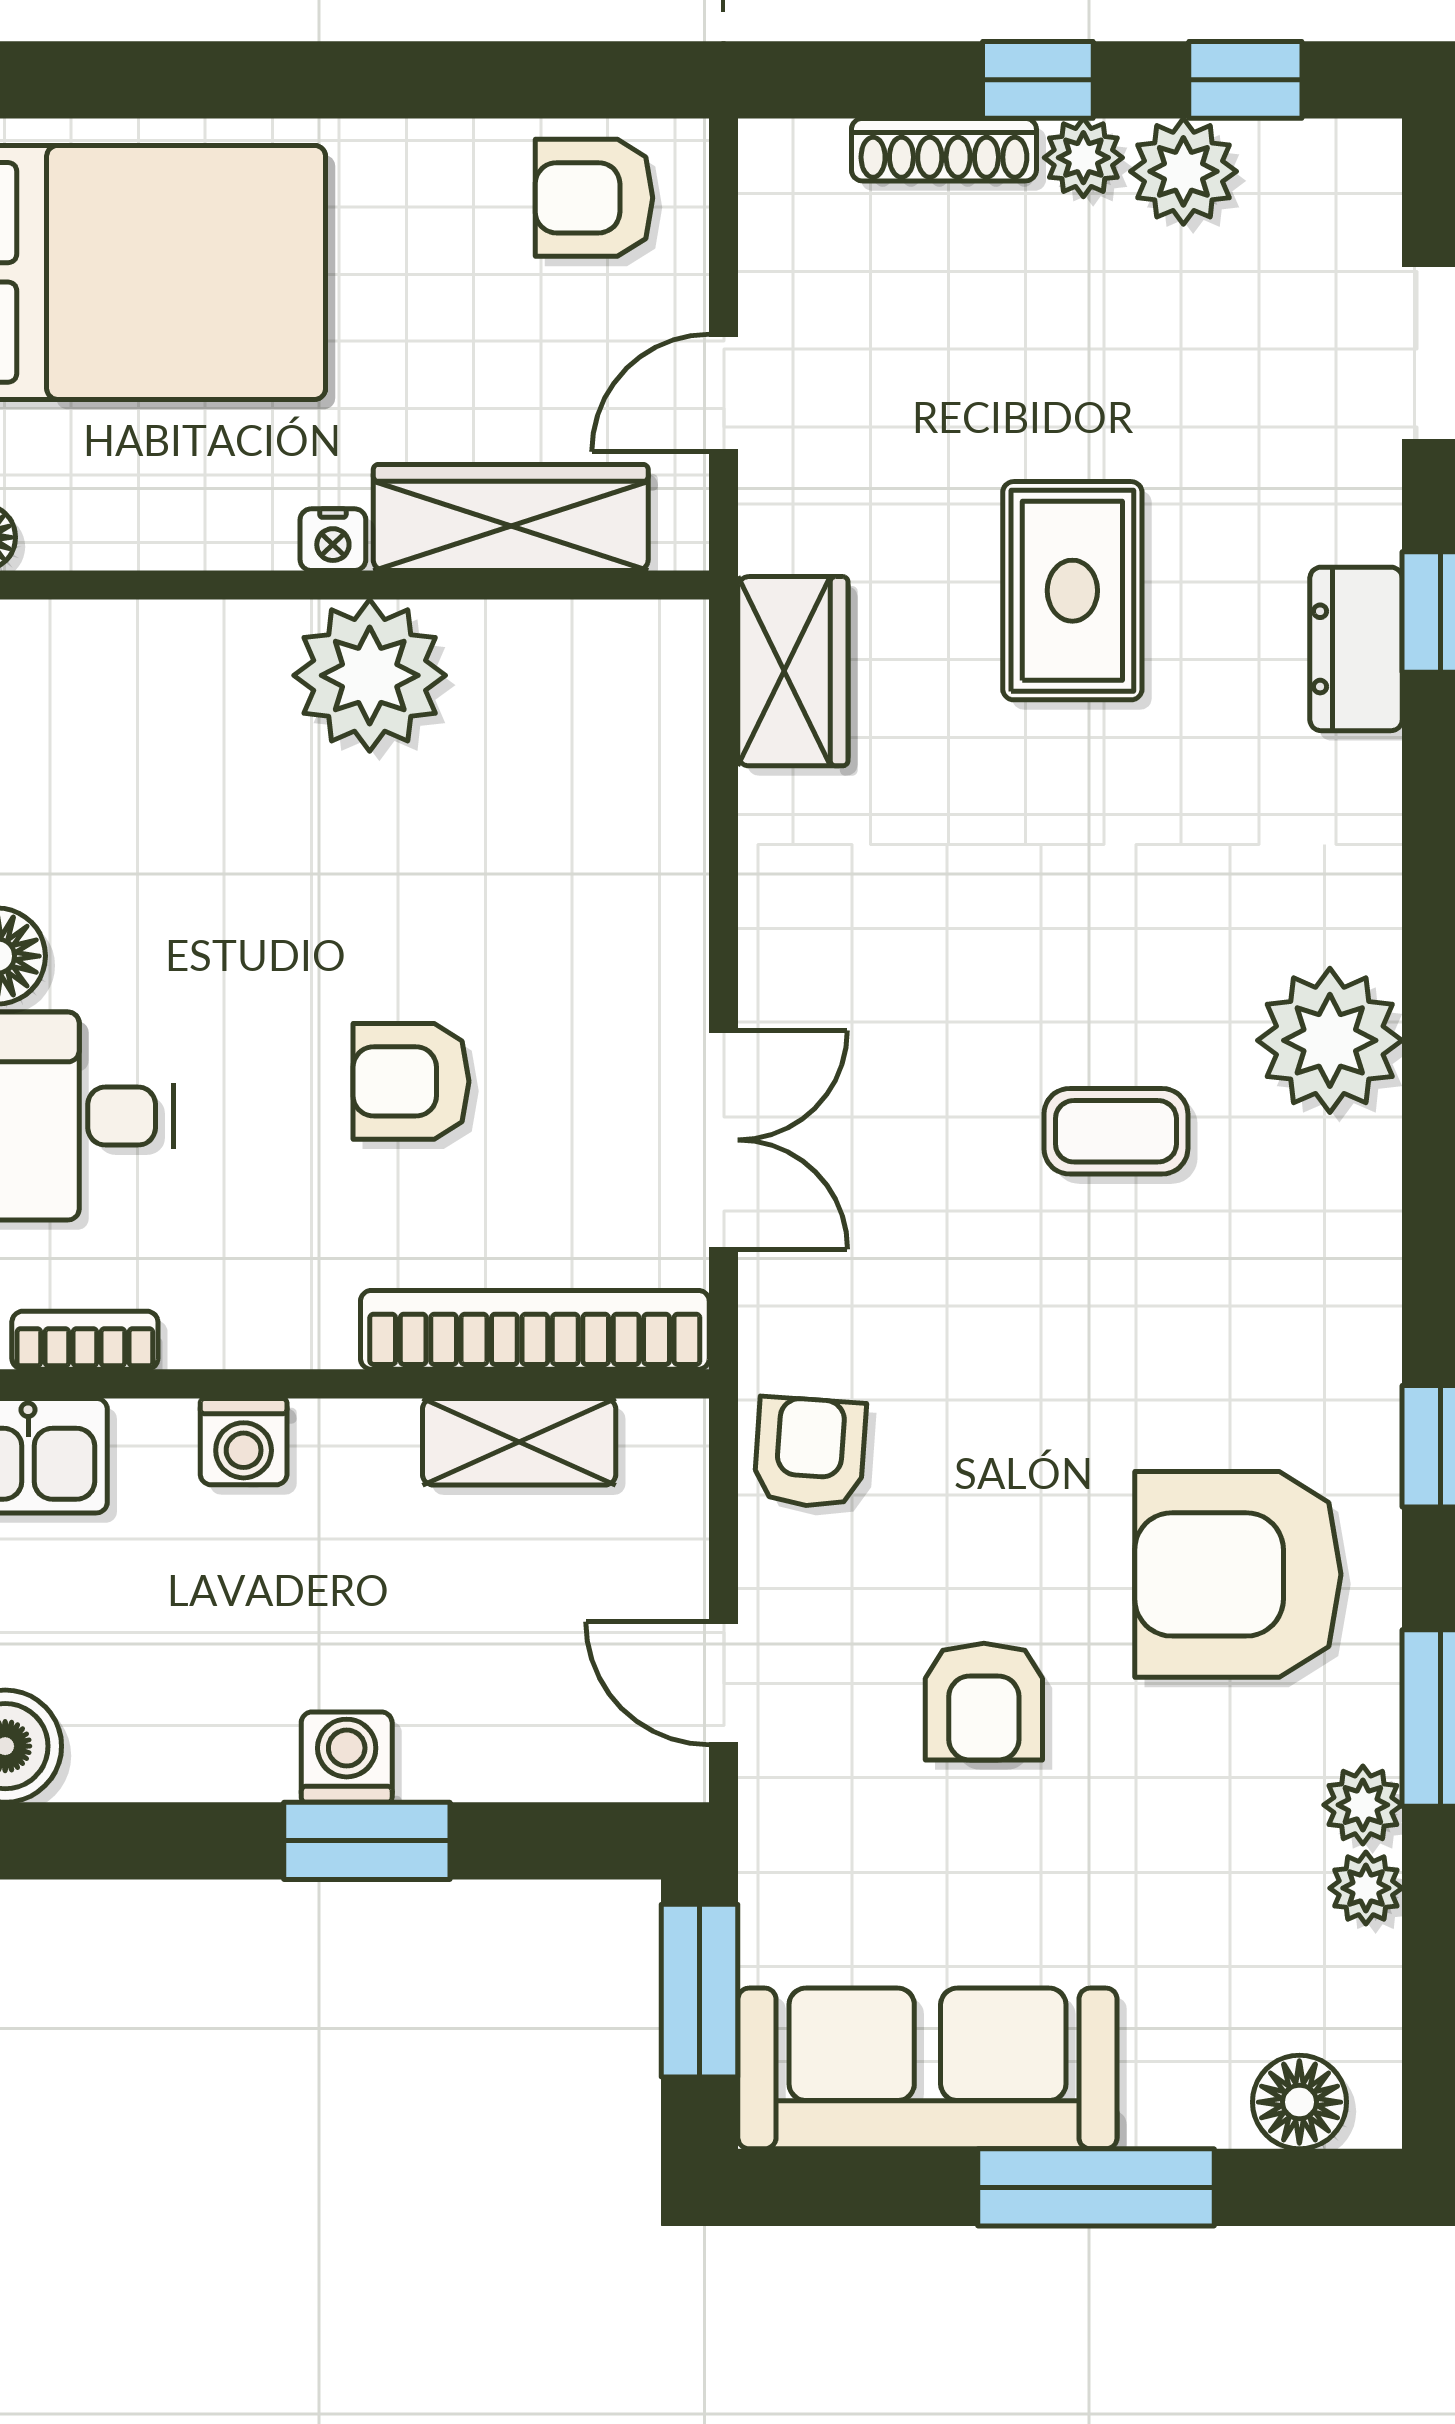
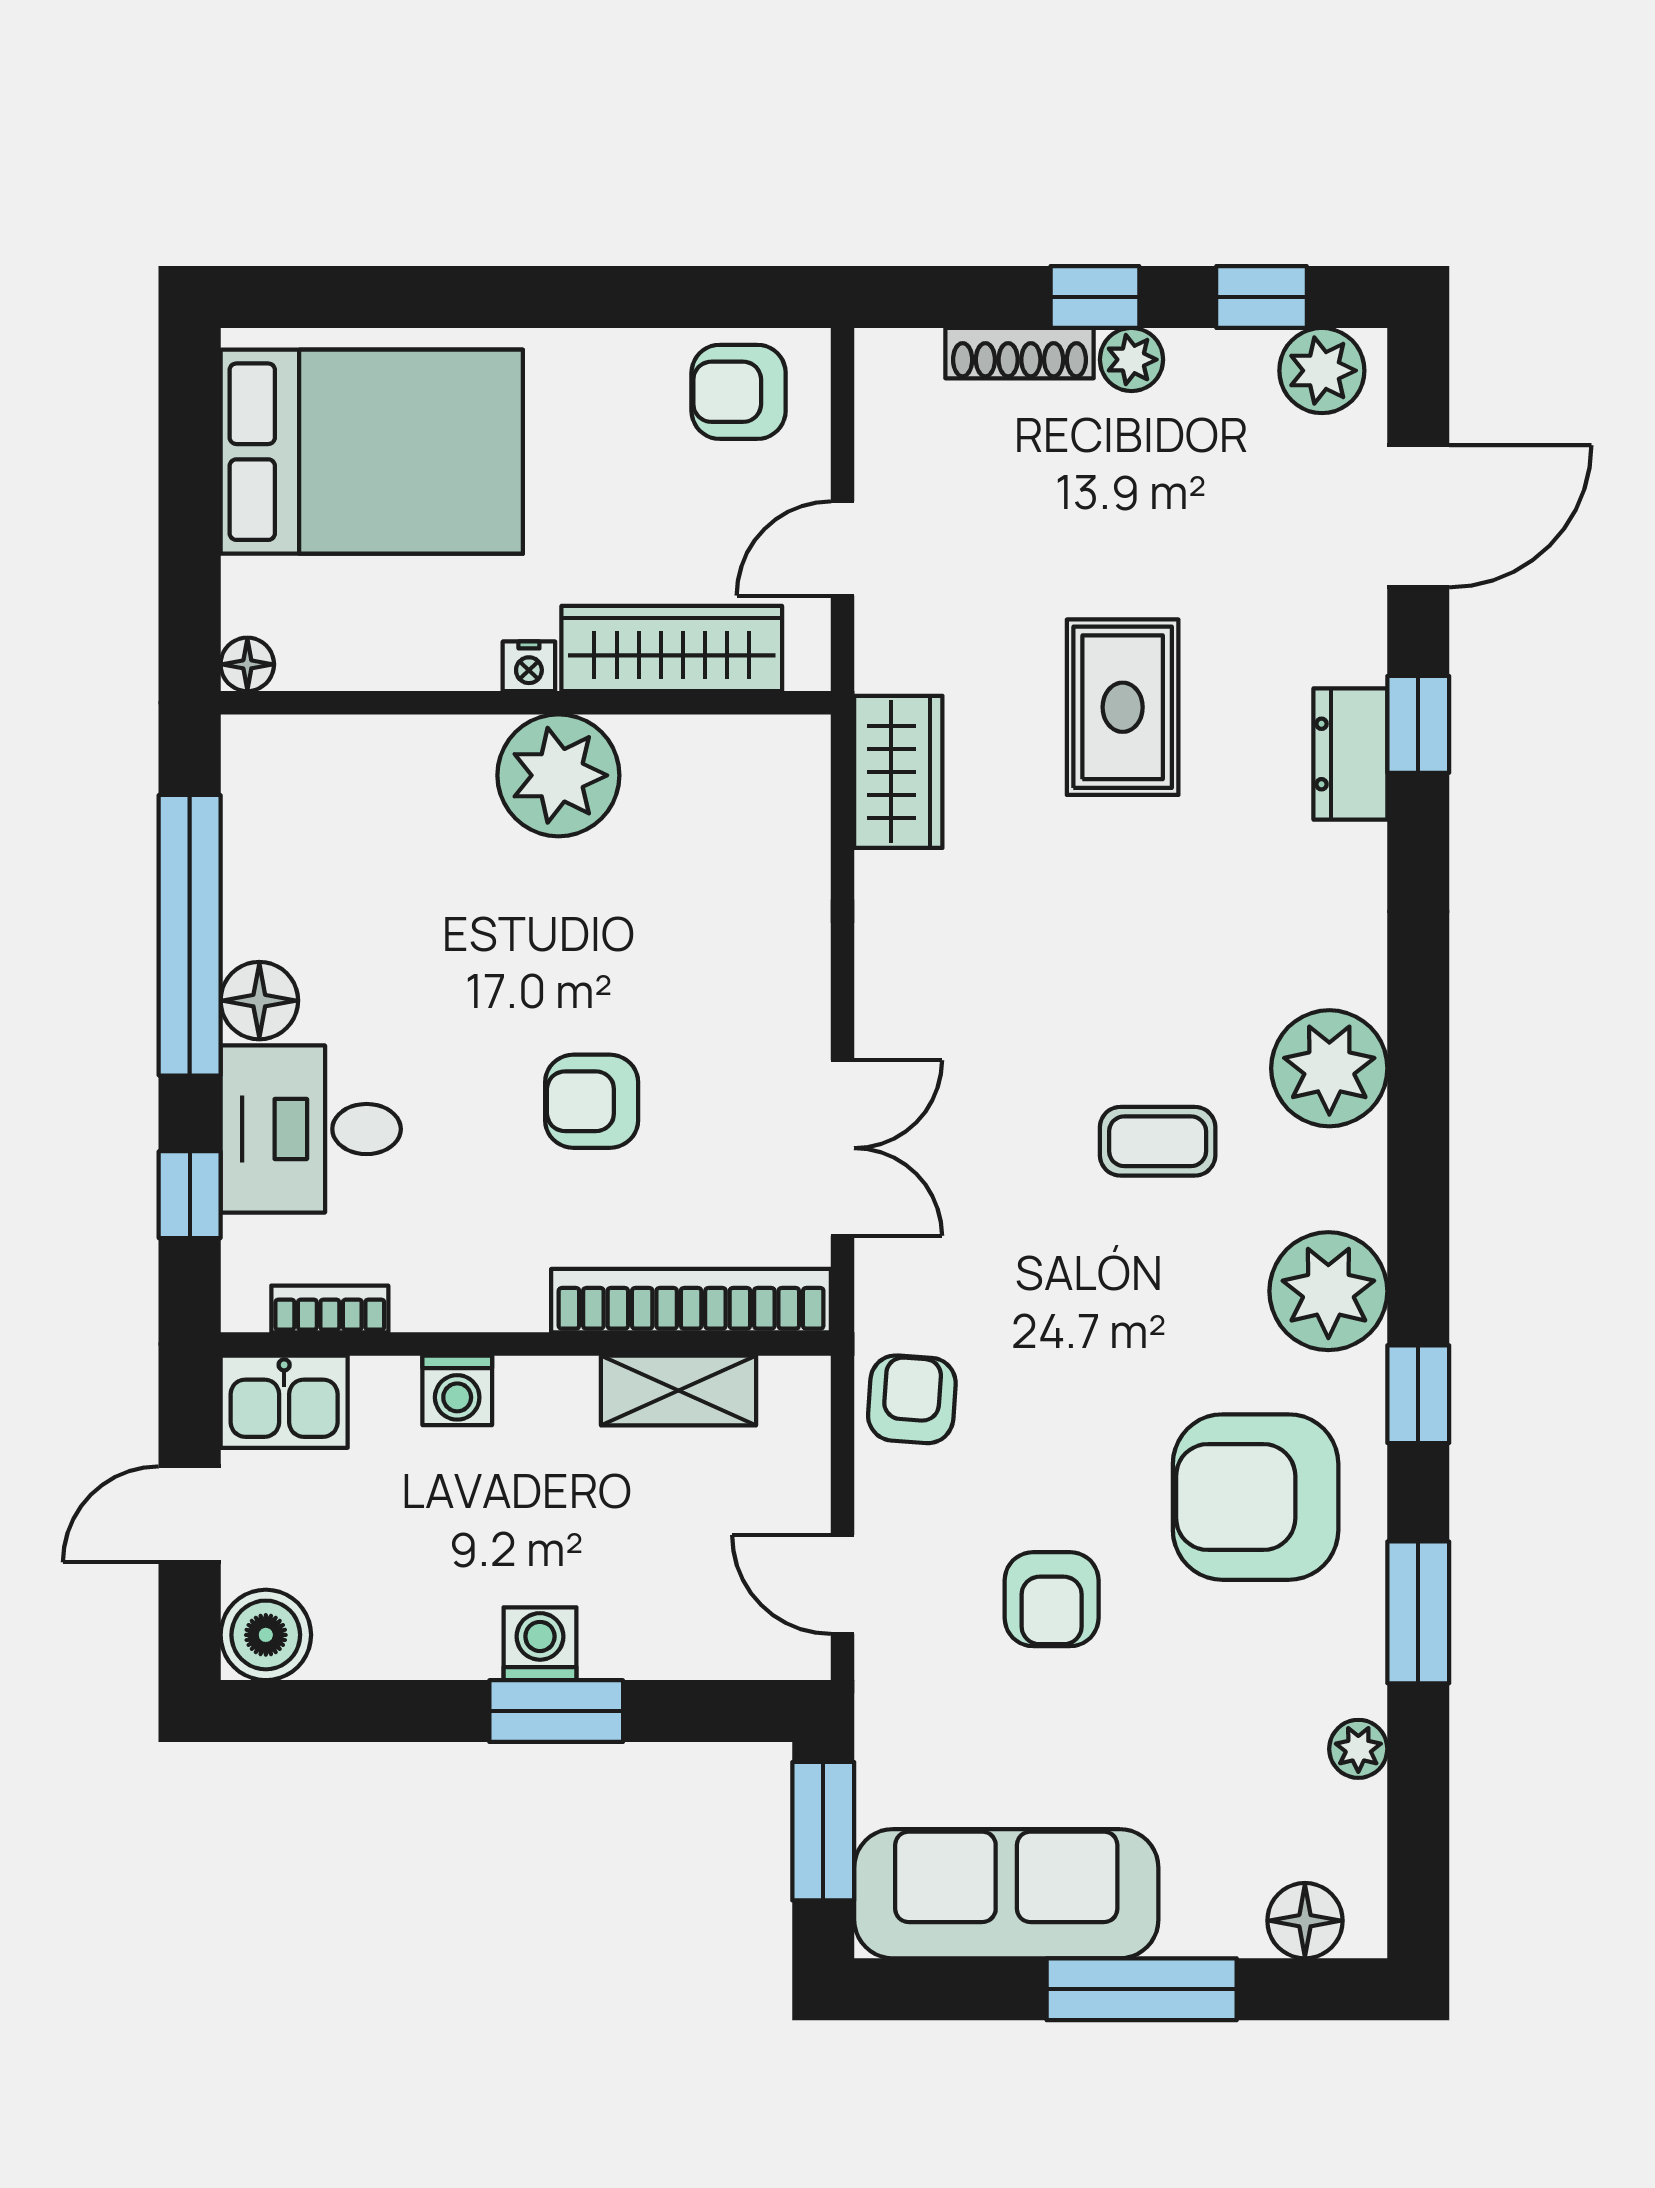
plant: (1183, 171) -> (1322, 371), moved
plant: (1363, 1805) -> (1328, 1291), moved, width x1.88, depth x1.88

